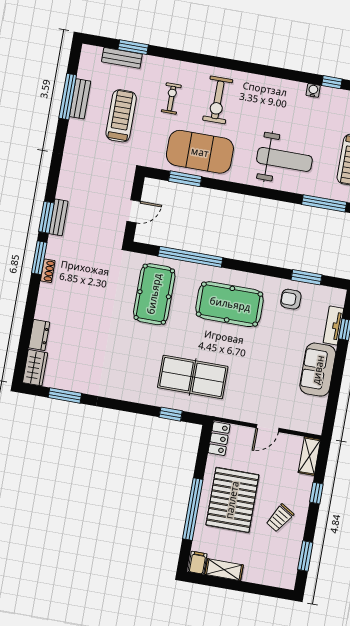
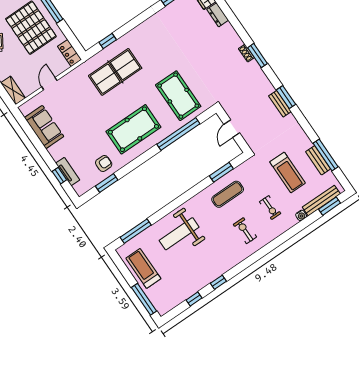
window: (133, 47) -> (329, 206), moved
bench: (122, 58) -> (321, 201), width x1.36
window: (292, 75) -> (218, 282), added
water cooler: (313, 90) -> (301, 215), moved
exercise bike: (218, 100) -> (245, 231), width x0.73, depth x0.72
exercise mat: (200, 152) -> (228, 194), width x0.50, depth x0.69
window: (46, 217) -> (286, 97), moved
bench: (58, 217) -> (280, 104), moved
sofa: (318, 370) -> (44, 127), moved

